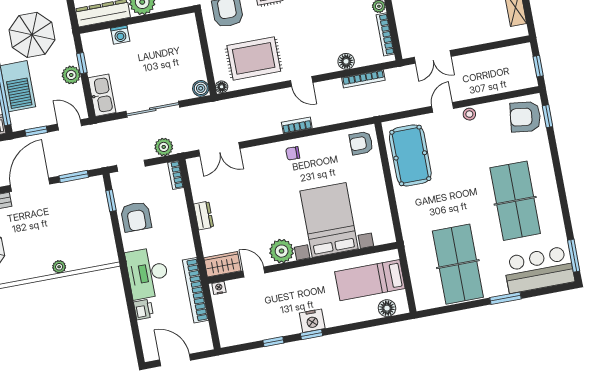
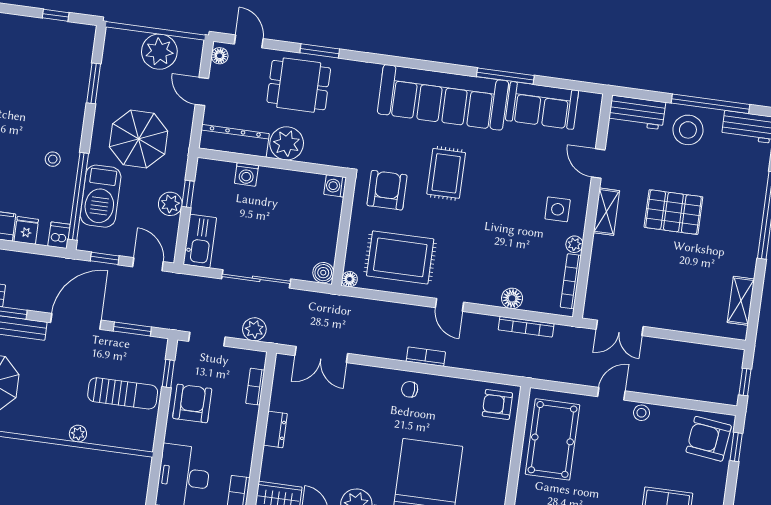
washing machine: (188, 22) -> (335, 186), added
bookcase: (176, 175) -> (255, 387), moved
armchair: (136, 217) -> (192, 403), turned 180
sun lounger: (82, 226) -> (123, 393), added

